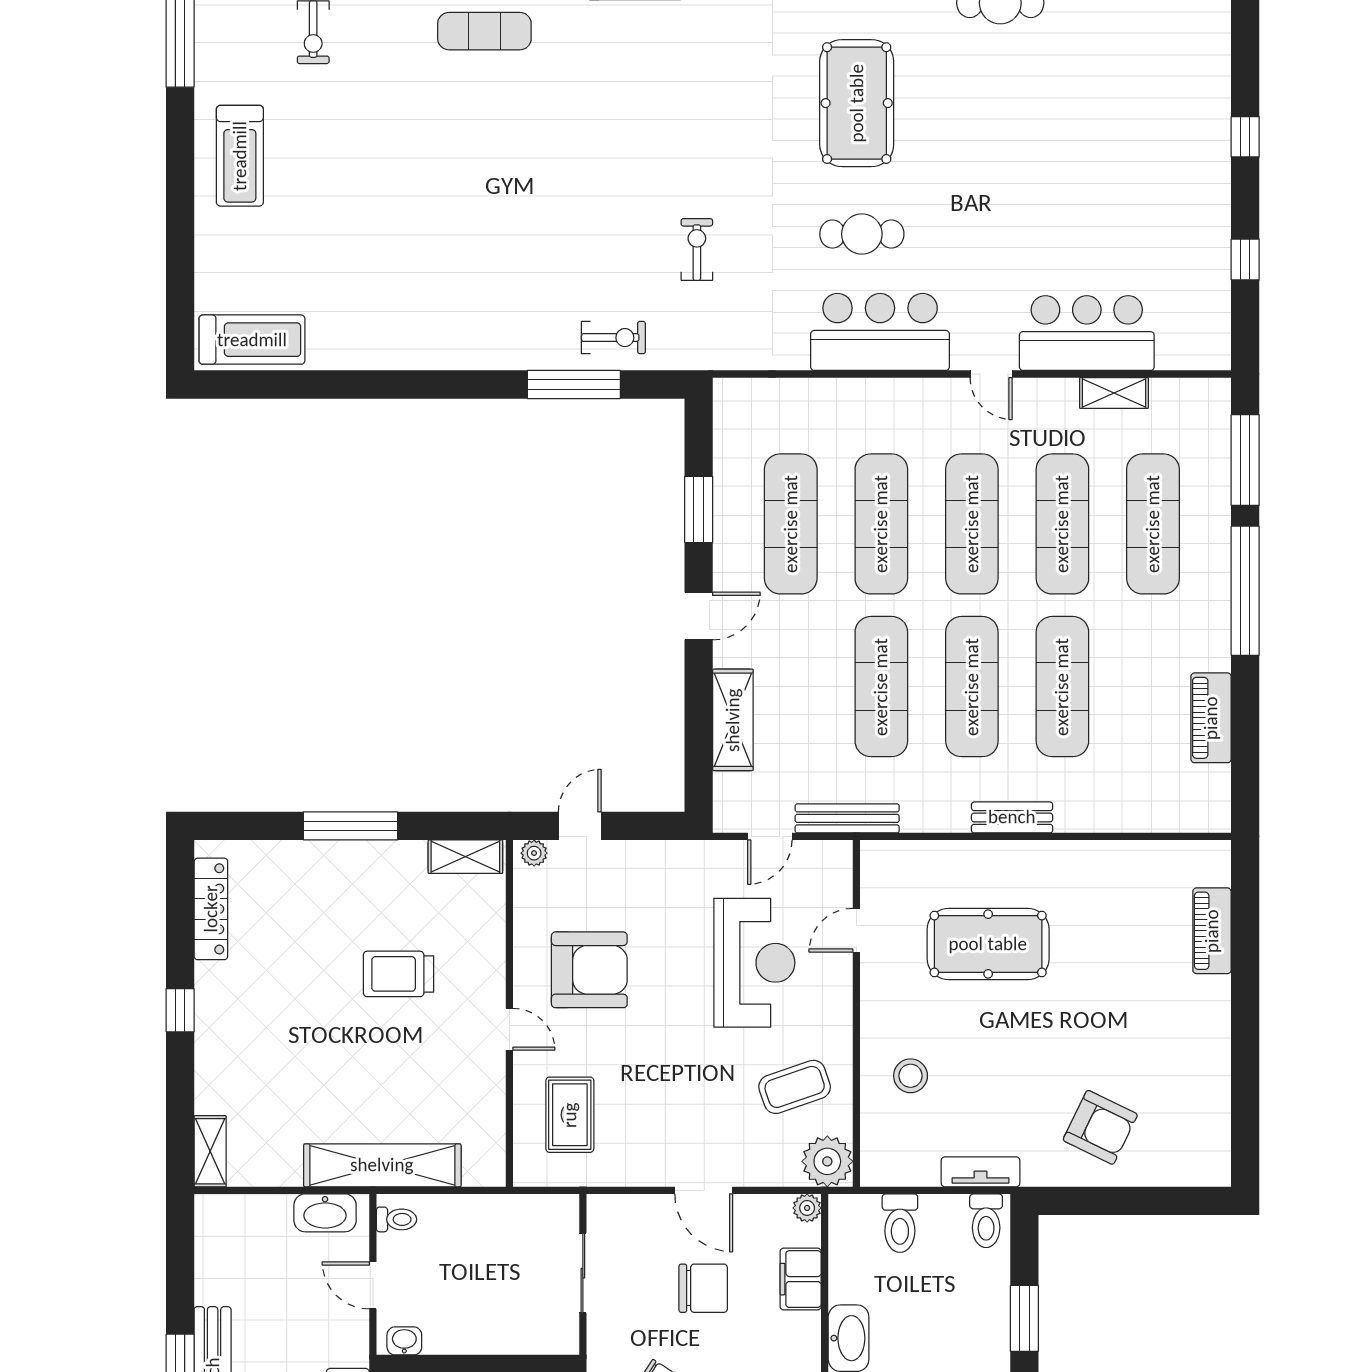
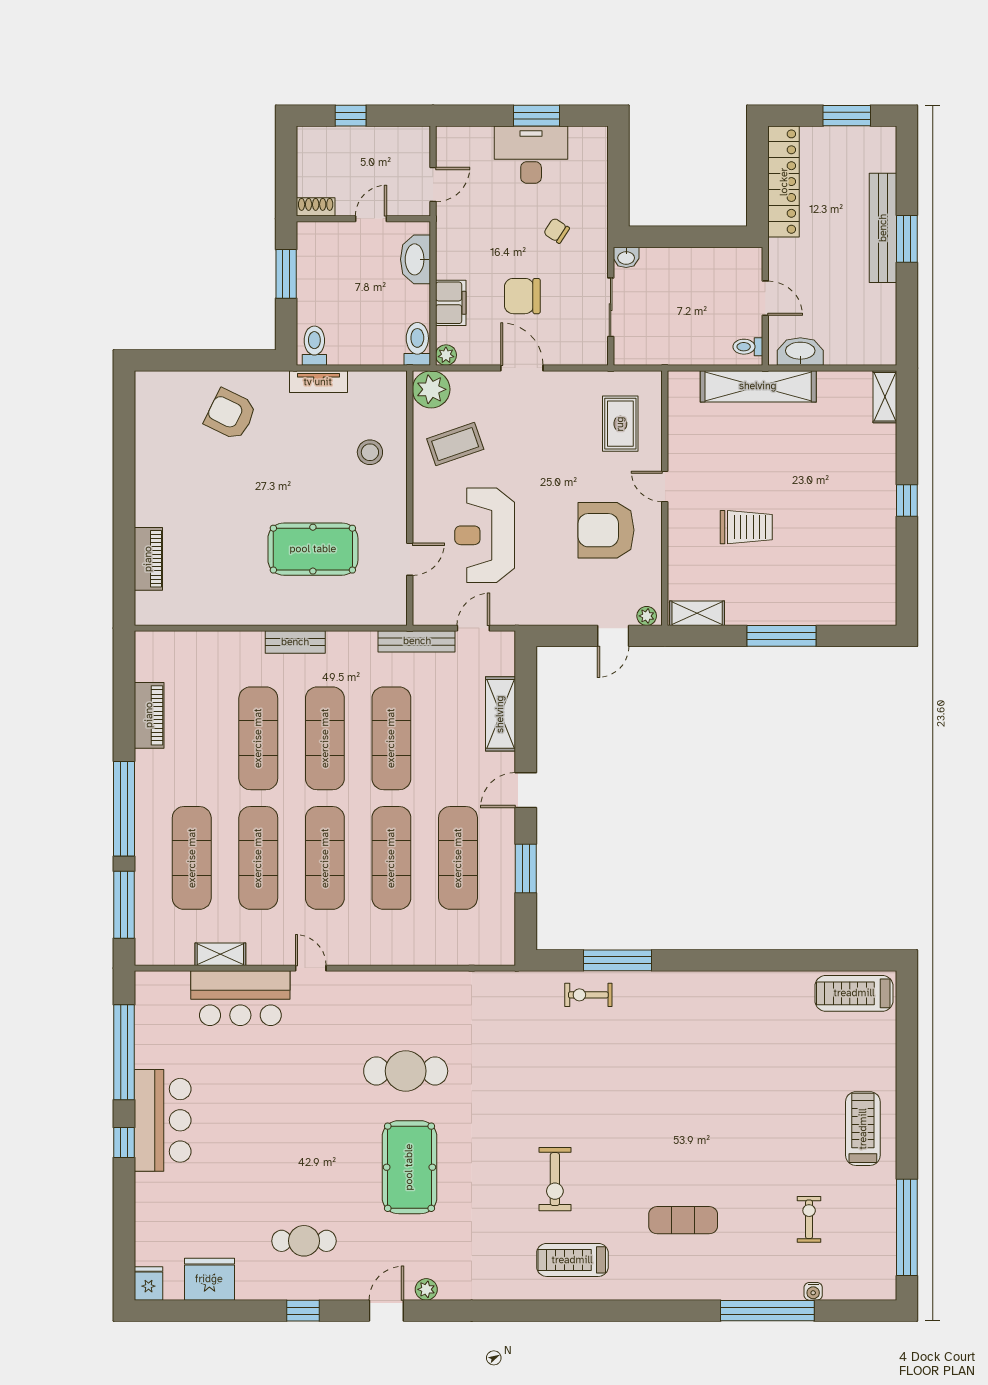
cafe table: (862, 234) -> (406, 1071), width x1.37, depth x1.35
exercise bike: (697, 250) -> (555, 1179), moved, width x1.38, depth x1.39
window: (1245, 260) -> (124, 1052), width x3.17
bar counter: (880, 332) -> (163, 1120), moved, turned -90
locker: (211, 909) -> (884, 575), removed
toilet: (900, 1223) -> (417, 344), moved
washbasin: (404, 1341) -> (626, 257), moved

